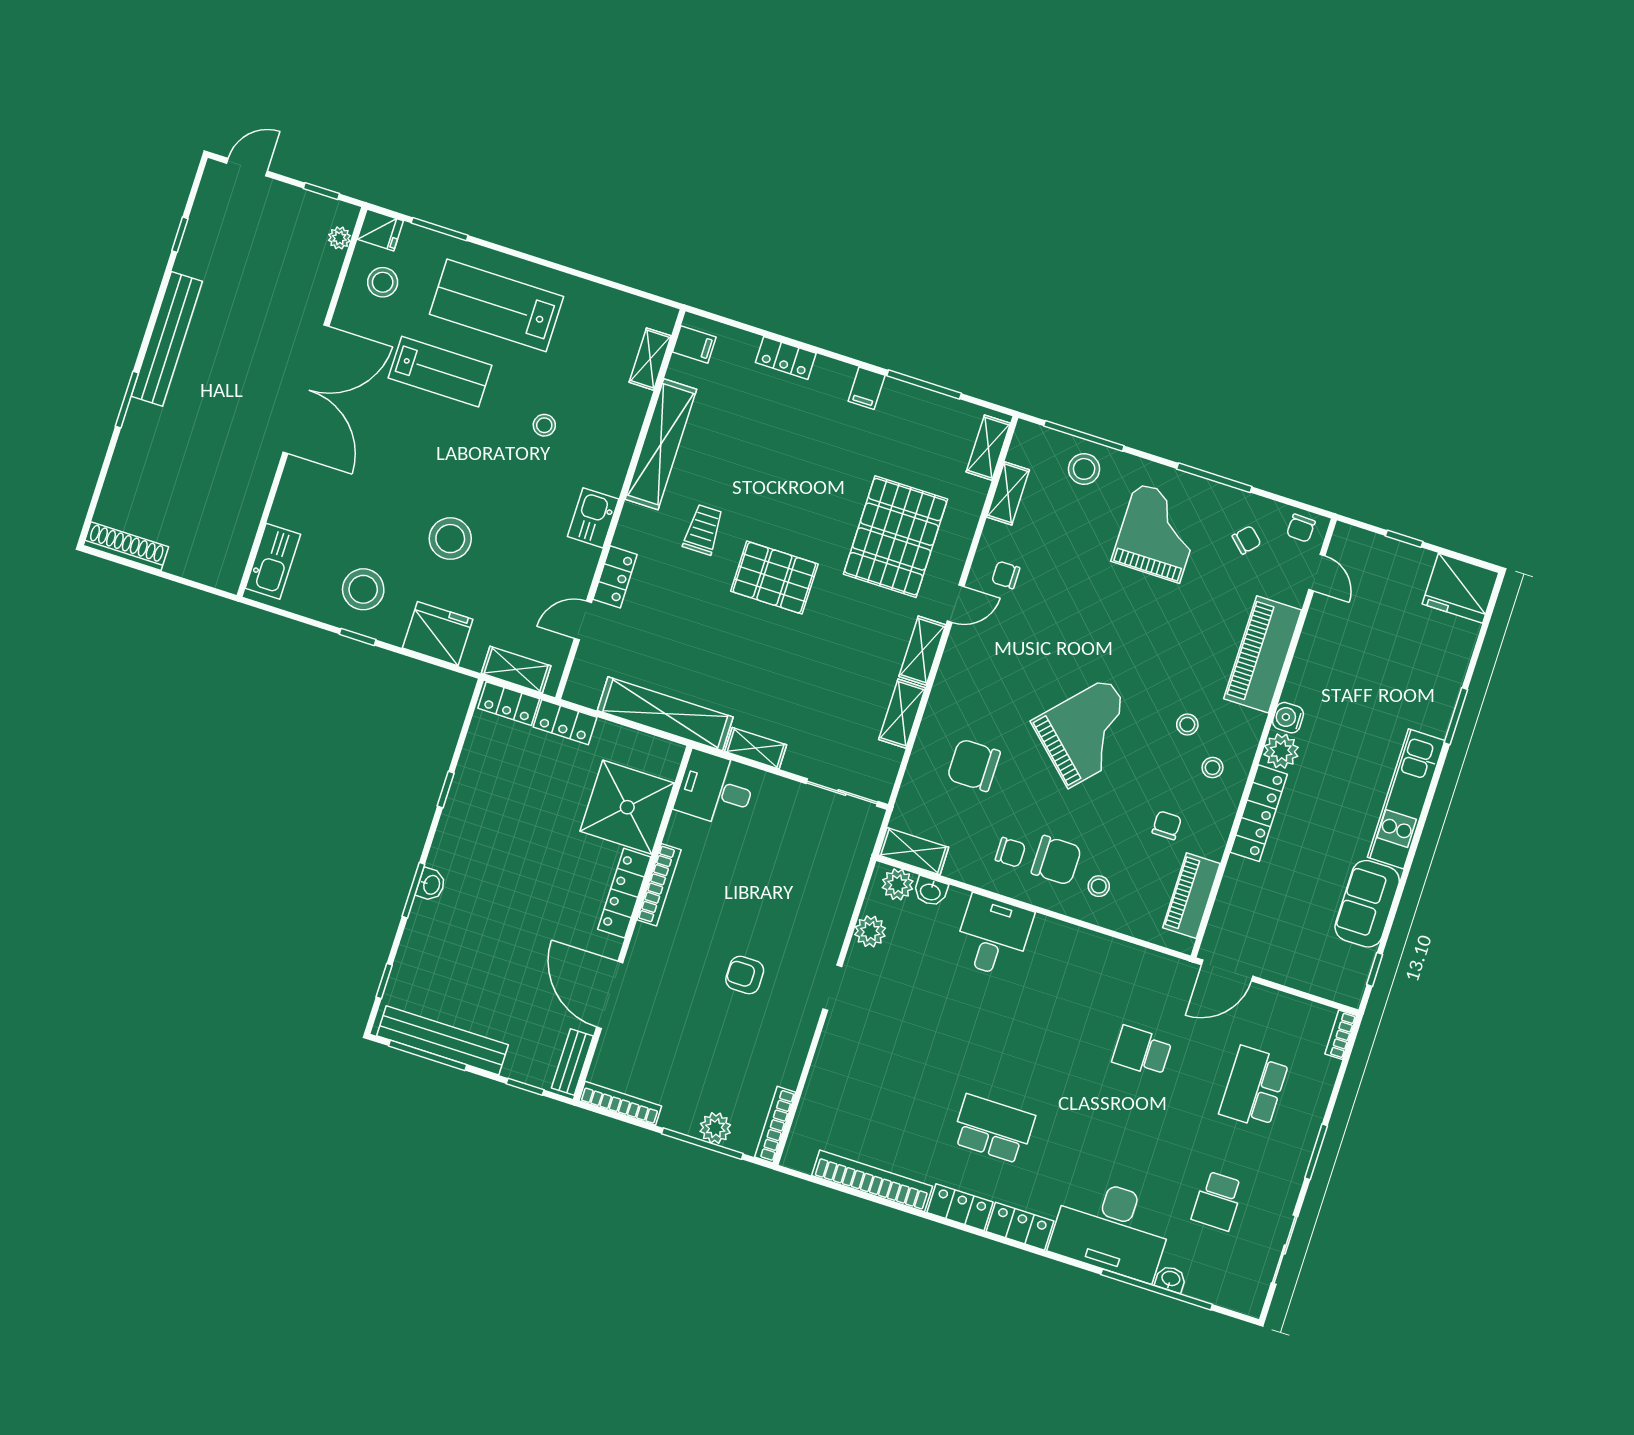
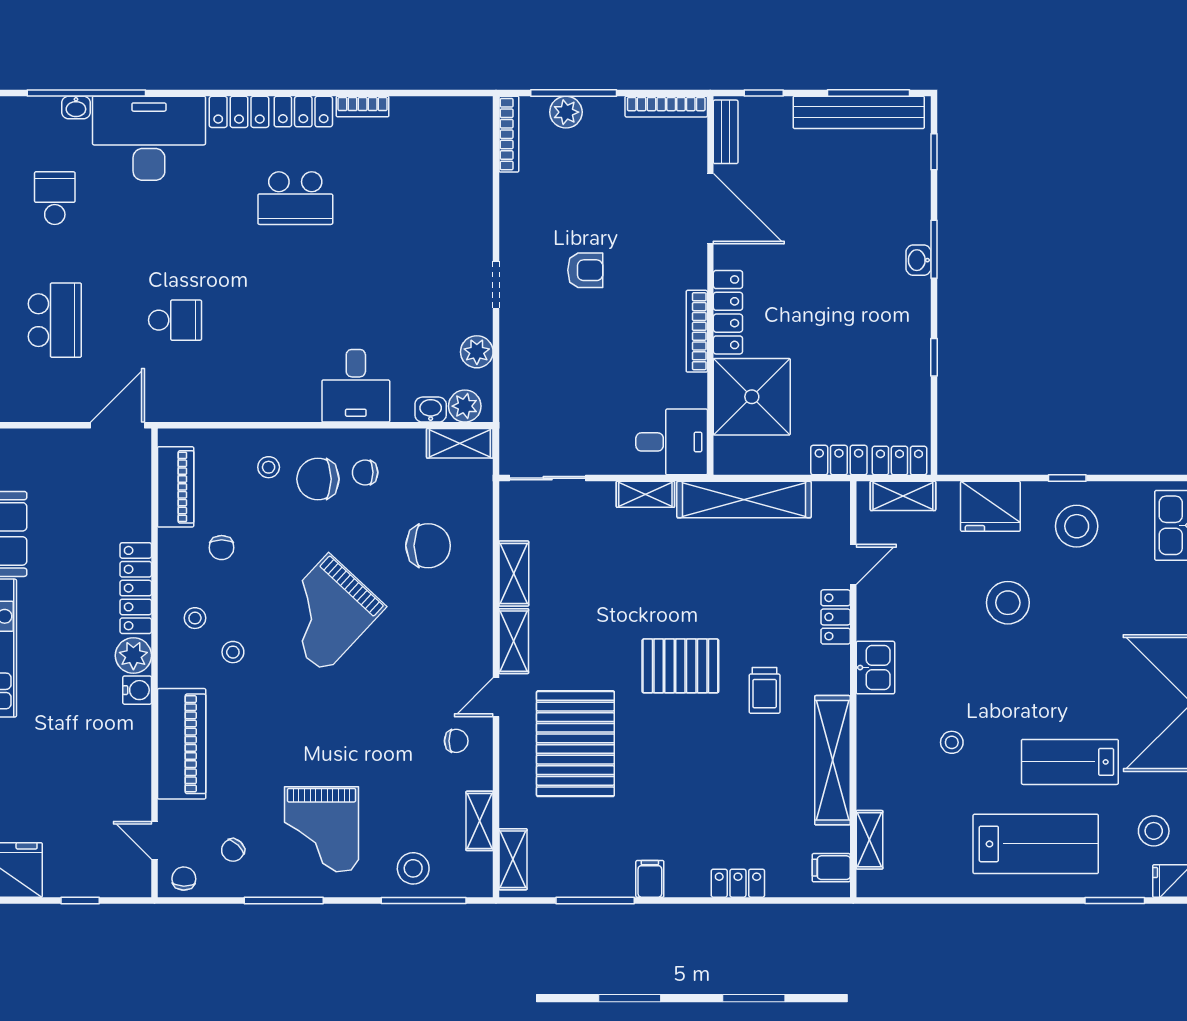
bookcase: (872, 1181) -> (363, 107), width x0.43, depth x0.76

